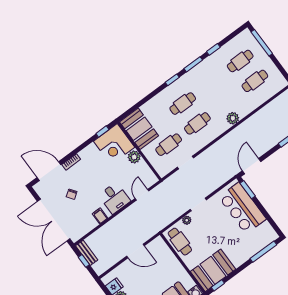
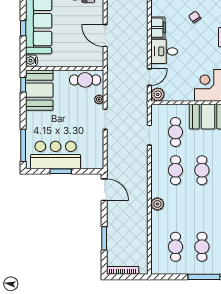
plant: (134, 157) -> (158, 94), moved
window: (248, 190) -> (61, 171), moved
door: (142, 195) -> (149, 77), hinge flipped
bar counter: (242, 208) -> (56, 155), moved
filing cabinet: (100, 216) -> (158, 28), width x2.00
door: (135, 251) -> (105, 36), hinge flipped

